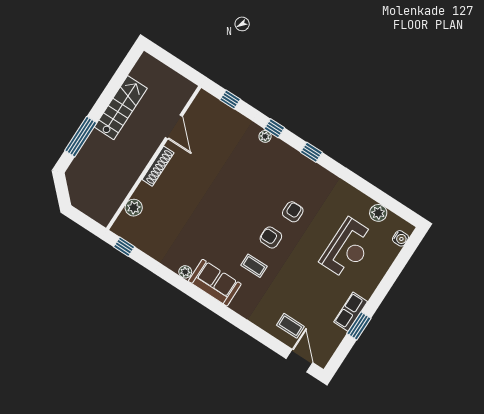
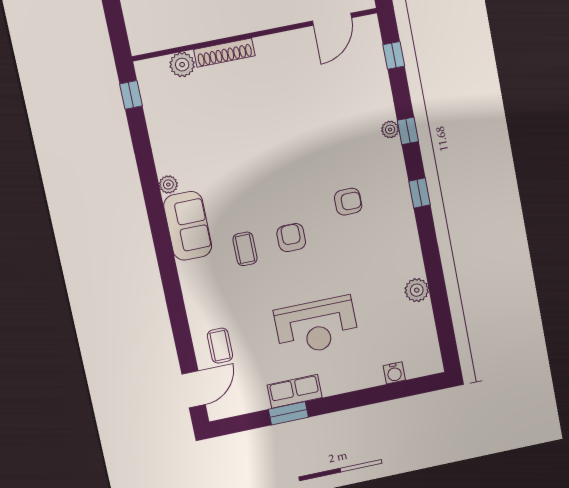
door: (174, 127) -> (332, 19), moved
shoe rack: (158, 166) -> (224, 53), moved
armchair: (293, 212) -> (348, 202), moved
plant: (378, 213) -> (417, 290), moved
water cooler: (400, 238) -> (394, 373), moved
reception desk: (348, 248) -> (316, 326), moved

